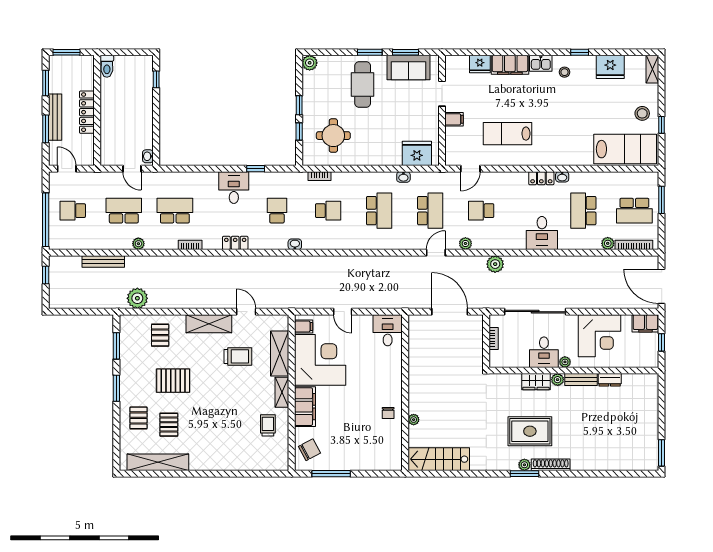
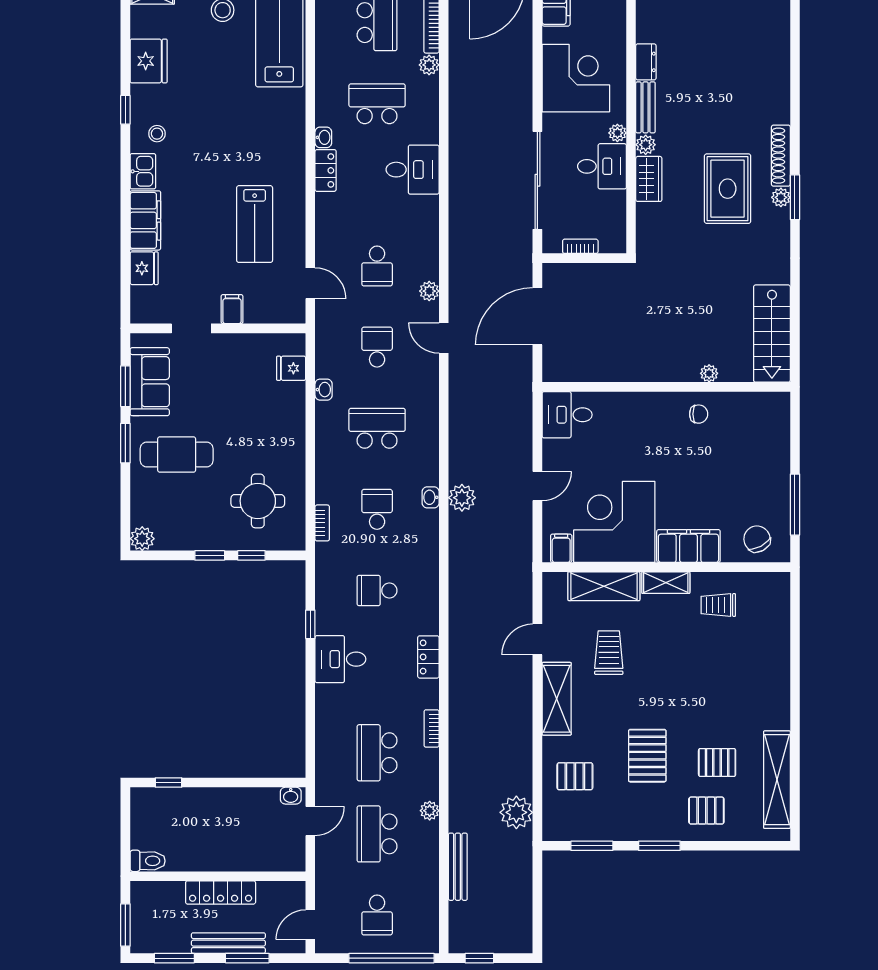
fridge: (417, 153) -> (291, 368), width x0.53, depth x0.75
school desk: (430, 211) -> (377, 347), width x0.54
school desk: (583, 211) -> (377, 104), turned 180
washbasin: (295, 244) -> (431, 497), moved
plant: (495, 264) -> (462, 498), moved

